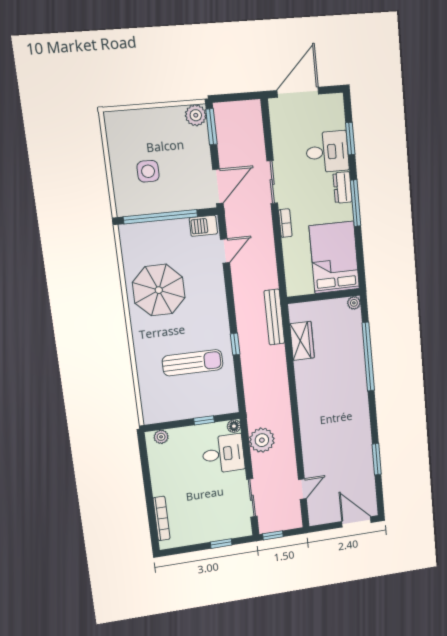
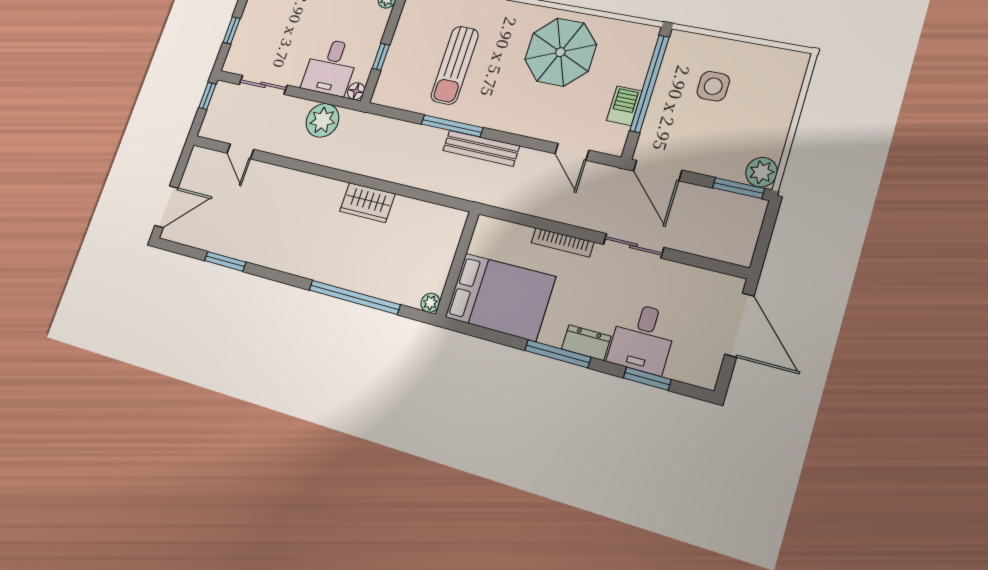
bookcase: (285, 223) -> (562, 242), width x1.56
barbecue: (203, 226) -> (624, 106), moved
bench: (274, 317) -> (481, 148), moved
wardrobe: (302, 341) -> (367, 203), moved
window: (235, 344) -> (452, 126), width x2.17

